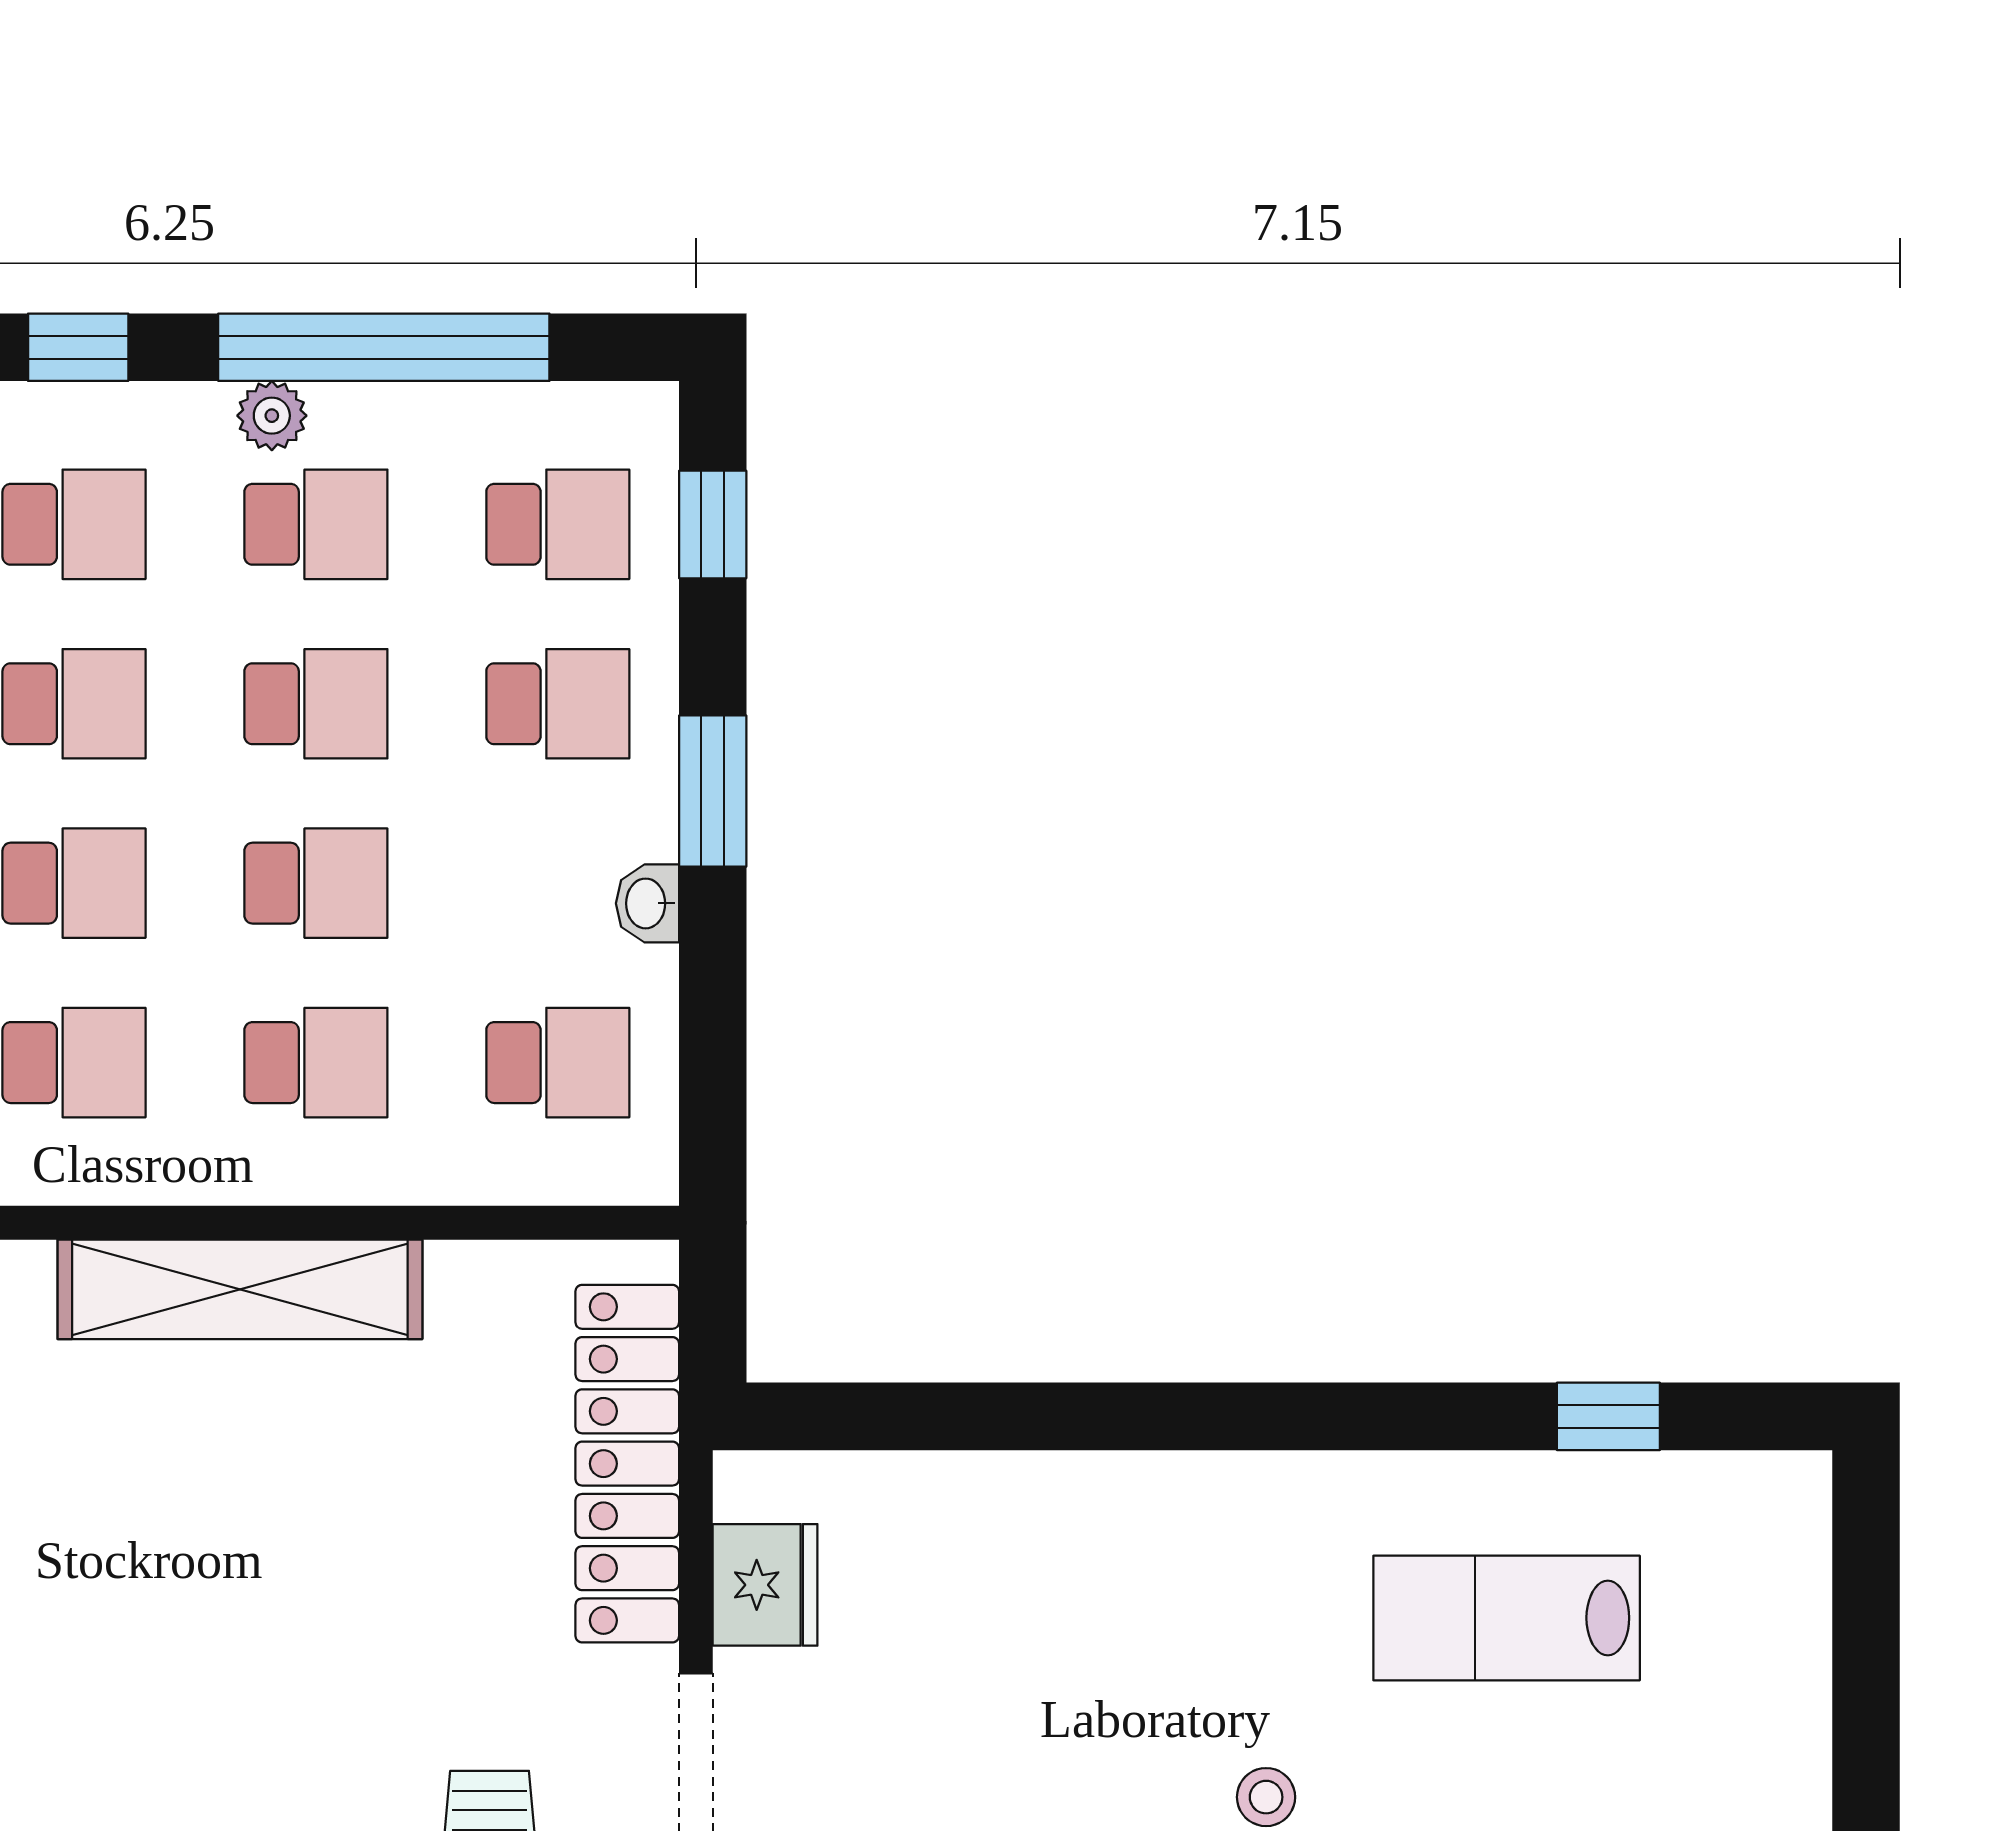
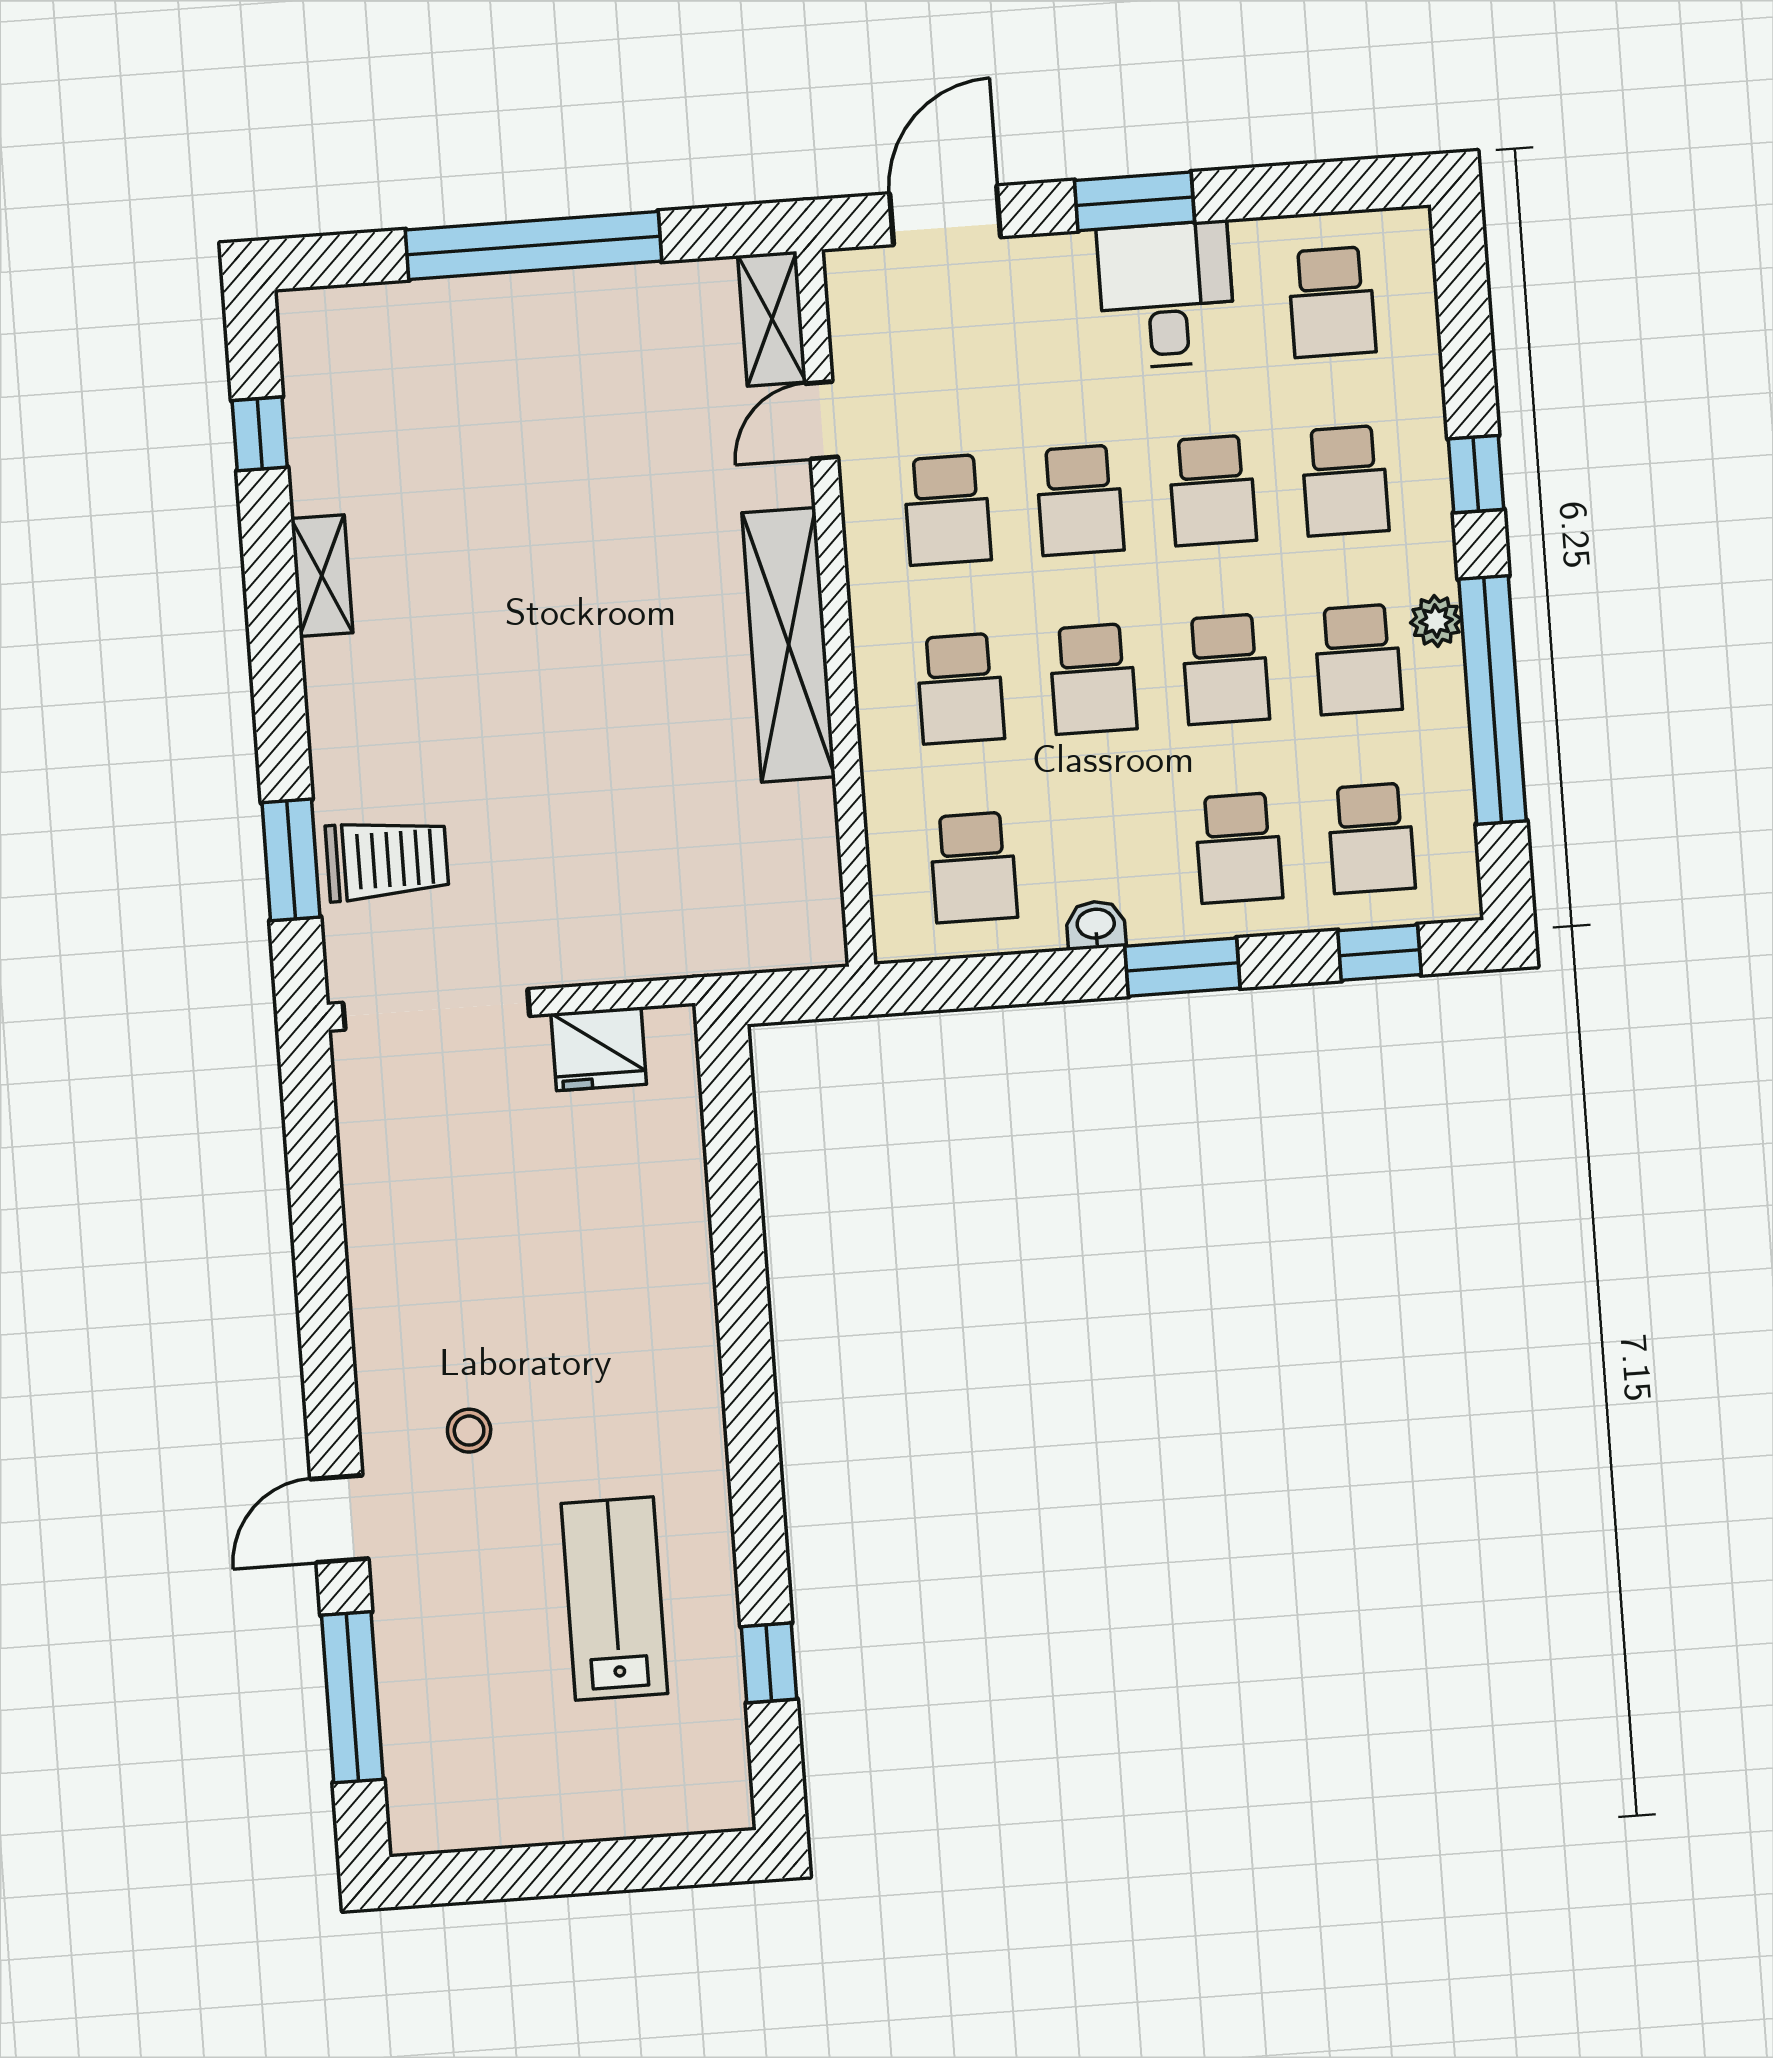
locker: (627, 1464) -> (681, 940), removed

